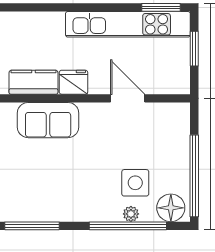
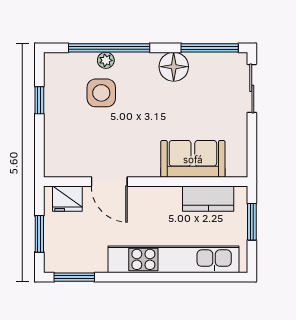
kitchen unit: (128, 24) -> (173, 259), moved
fridge: (73, 82) -> (67, 199), moved
window: (194, 176) -> (39, 100), width x0.32
floor lamp: (171, 208) -> (174, 67), moved

